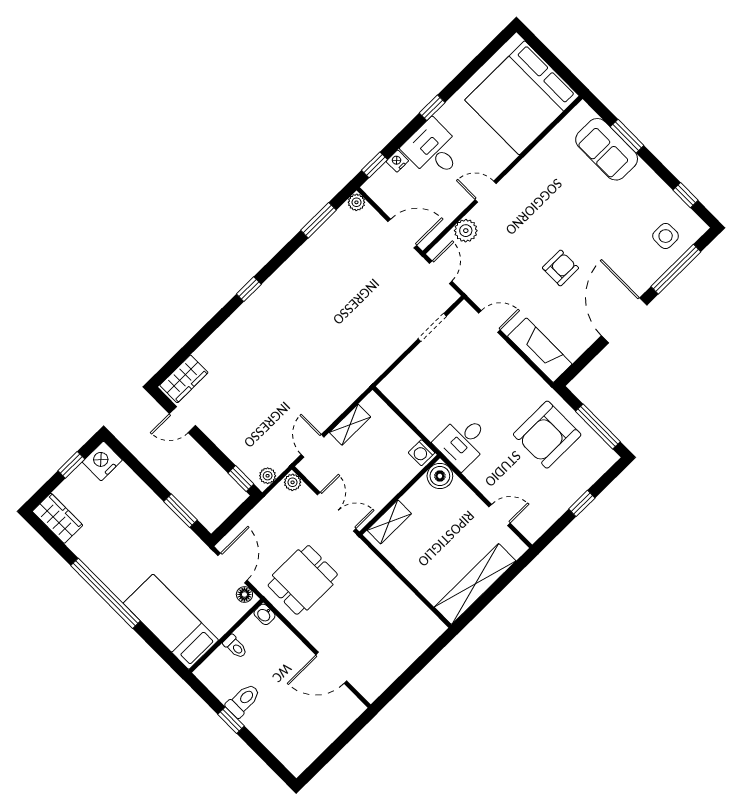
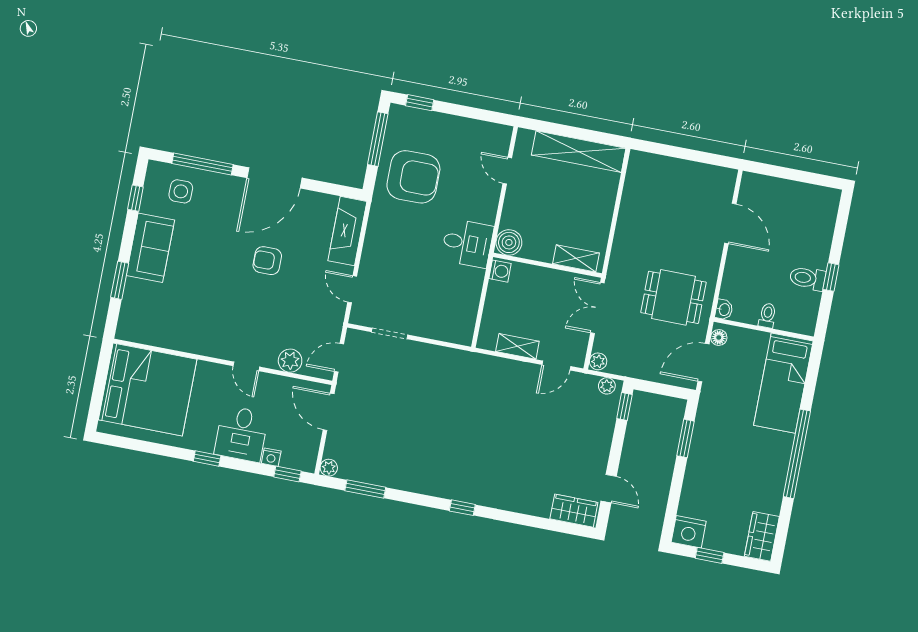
sofa: (607, 149) -> (150, 248), moved
window: (582, 503) -> (420, 103), moved

